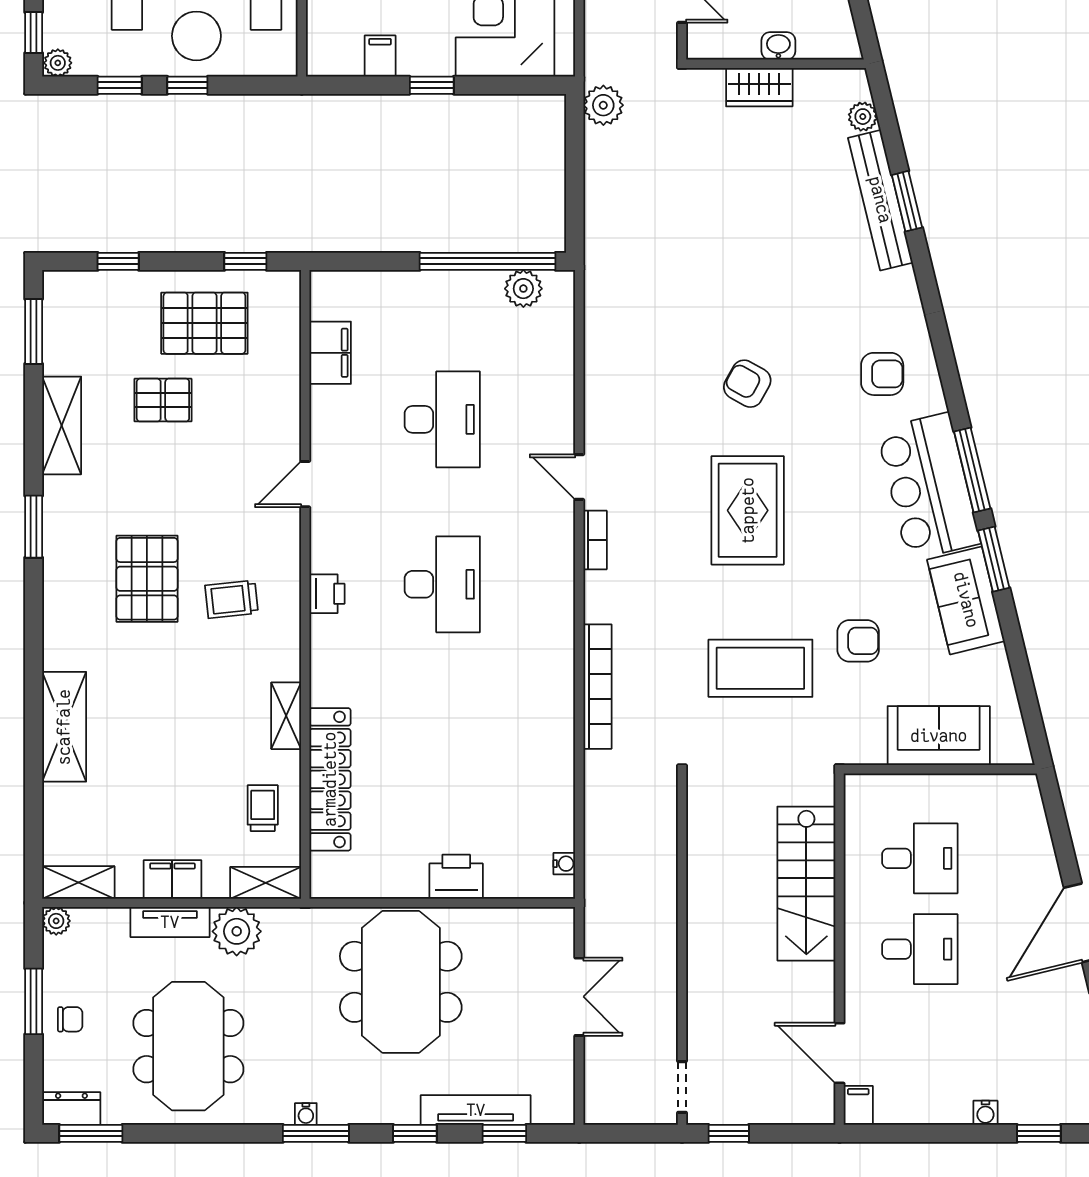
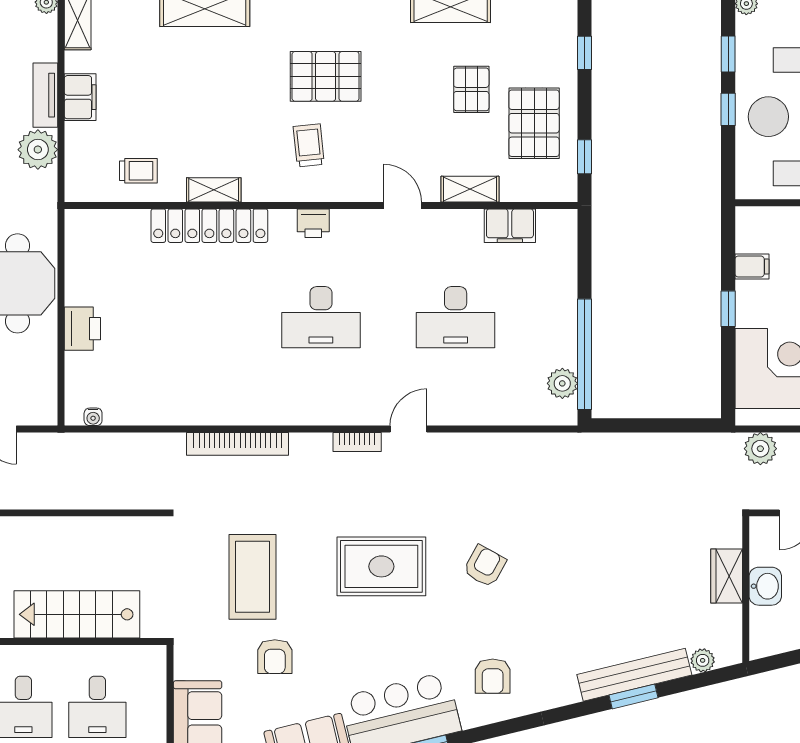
washbasin: (778, 46) -> (765, 586), width x1.38, depth x1.45
plant: (603, 105) -> (760, 449), moved
locker: (330, 779) -> (209, 226), moved
shelving: (266, 883) -> (470, 189), moved, turned 90

